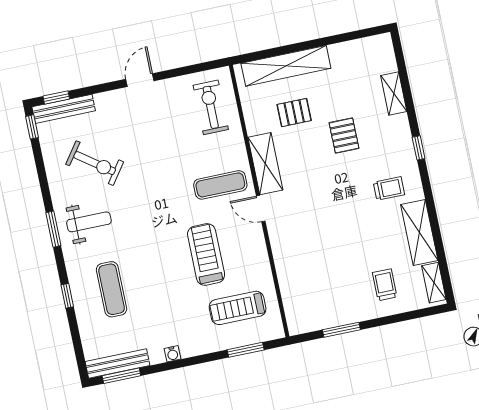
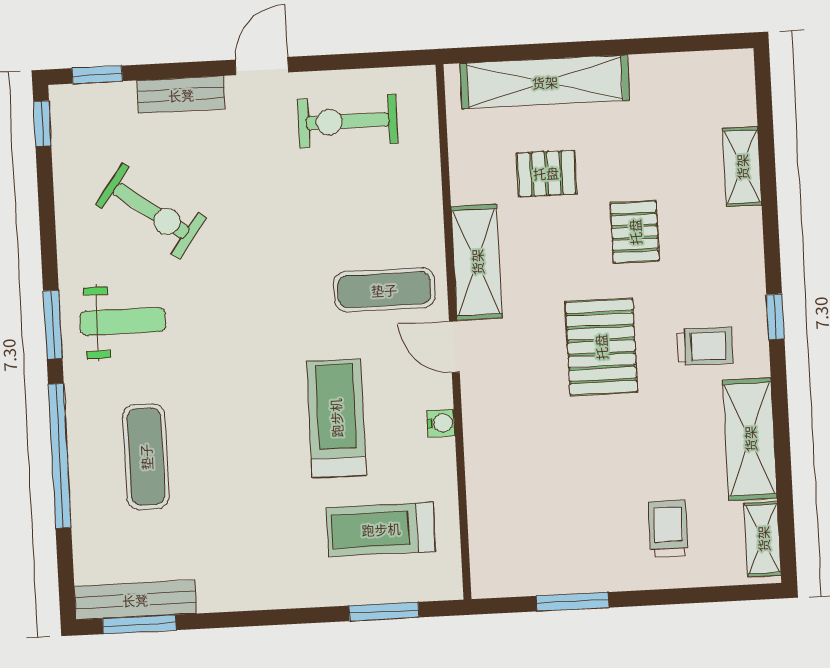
exercise bike: (211, 107) -> (348, 121), moved, turned -90
bench: (64, 109) -> (181, 95), moved, width x0.73
window: (419, 148) -> (775, 317), moved
pallet: (336, 197) -> (601, 347), added
window: (67, 296) -> (60, 456), width x3.17
water cooler: (173, 354) -> (441, 423), moved, turned -90

